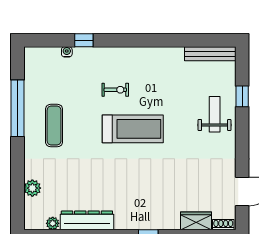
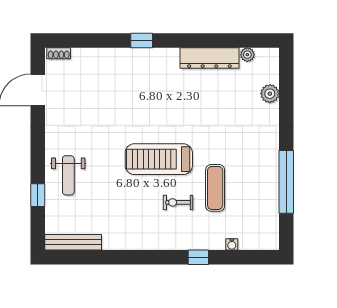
window: (84, 40) -> (198, 257), moved
exercise mat: (54, 126) -> (215, 188), moved
wardrobe: (196, 221) -> (89, 57), removed

